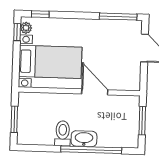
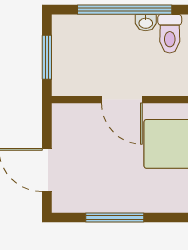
window: (118, 17) -> (115, 218), moved
washbasin: (84, 139) -> (146, 23), width x0.52, depth x0.69

